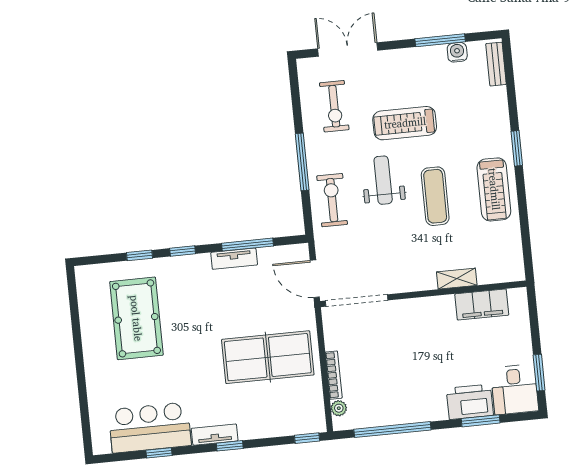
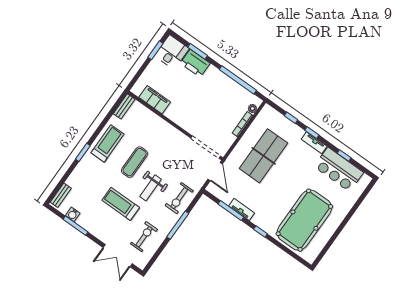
treadmill: (405, 123) -> (121, 204), turned 180
window: (139, 255) -> (280, 245), removed
bench: (515, 259) -> (124, 106), added
shelving: (457, 279) -> (156, 120), removed
pool table: (136, 318) -> (304, 220), width x1.36, depth x1.32
table tennis table: (268, 357) -> (264, 156), turned 90
window: (307, 438) -> (291, 118), moved

